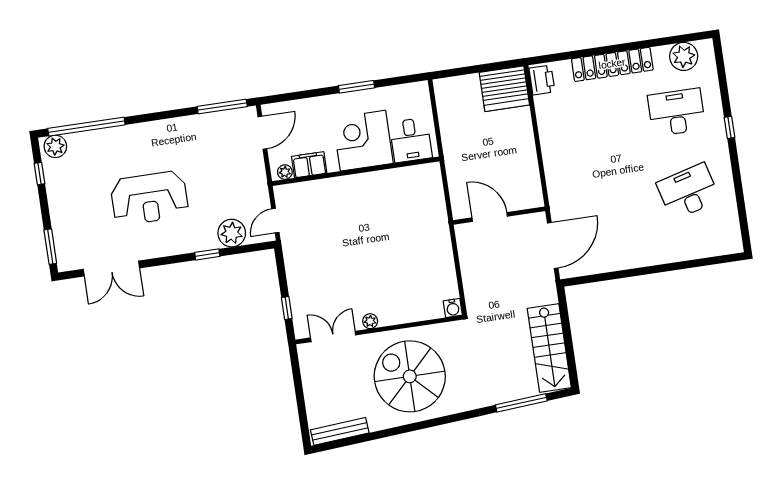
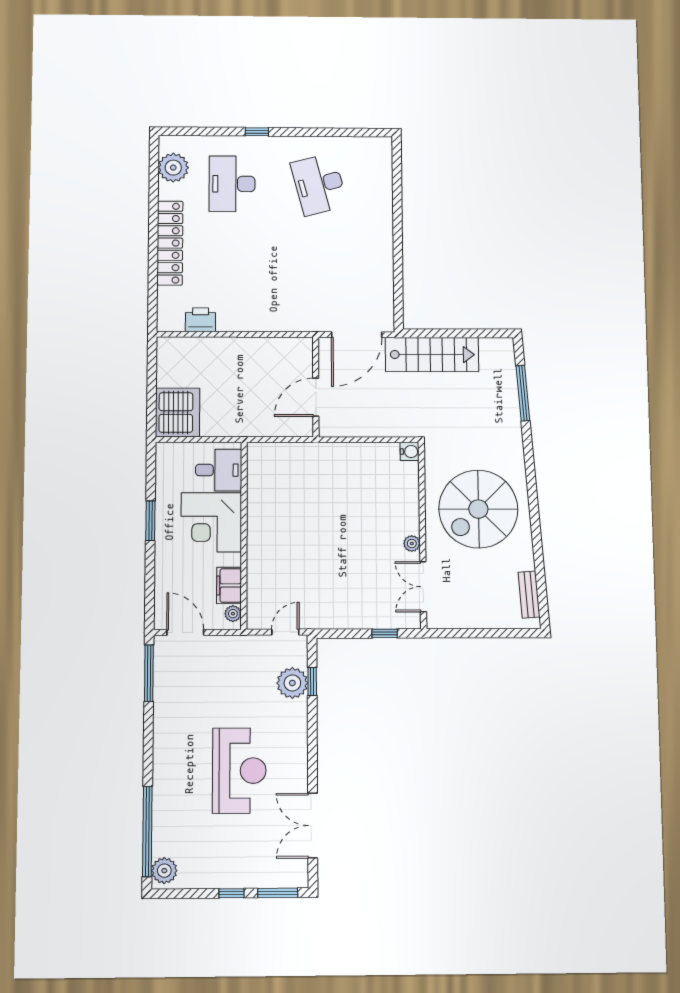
printer: (542, 80) -> (200, 320), moved
server rack: (504, 89) -> (178, 413), moved
window: (39, 174) -> (232, 893), moved
door: (275, 221) -> (285, 632), swing flipped
door: (553, 245) -> (357, 335), swing flipped
window: (207, 254) -> (312, 682), moved
double door: (111, 269) -> (313, 826), swing flipped
stairs: (549, 348) -> (432, 355), moved
bench: (340, 431) -> (529, 595), width x0.73

